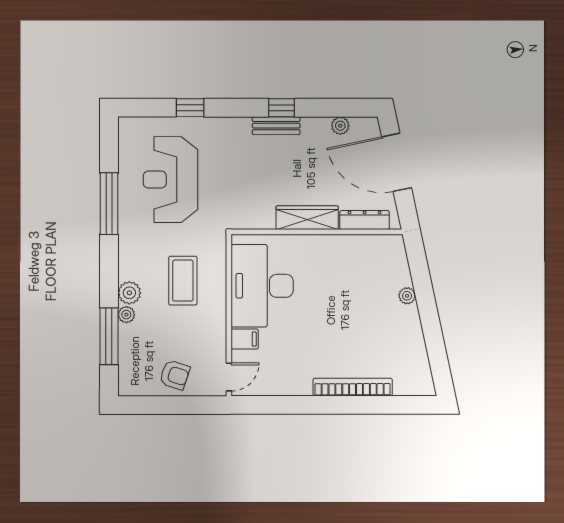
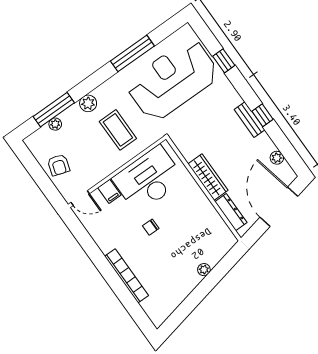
reception desk: (170, 180) -> (173, 80), width x1.36, depth x1.30
coffee table: (183, 281) -> (118, 130), turned 90
plant: (126, 315) -> (55, 124), moved
chair: (317, 321) -> (151, 227), added

